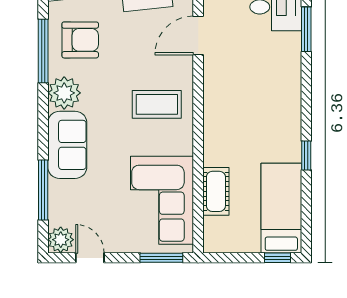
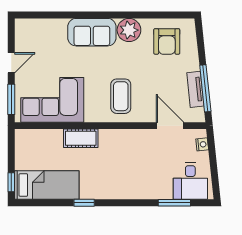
window: (43, 51) -> (159, 15), removed
window: (43, 190) -> (60, 15), removed
cot: (216, 191) -> (81, 138), moved
plant: (61, 240) -> (24, 27), removed
door: (90, 258) -> (11, 63), moved

